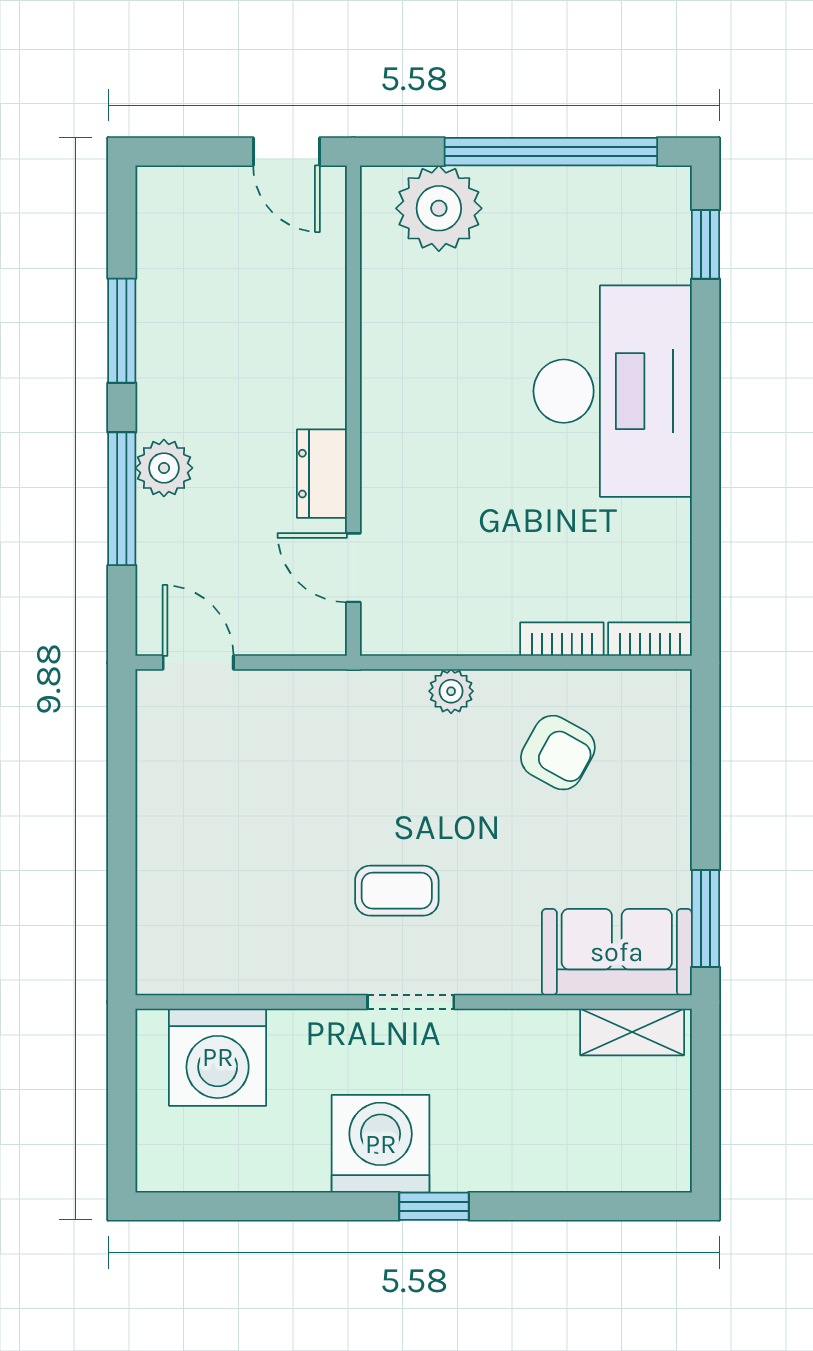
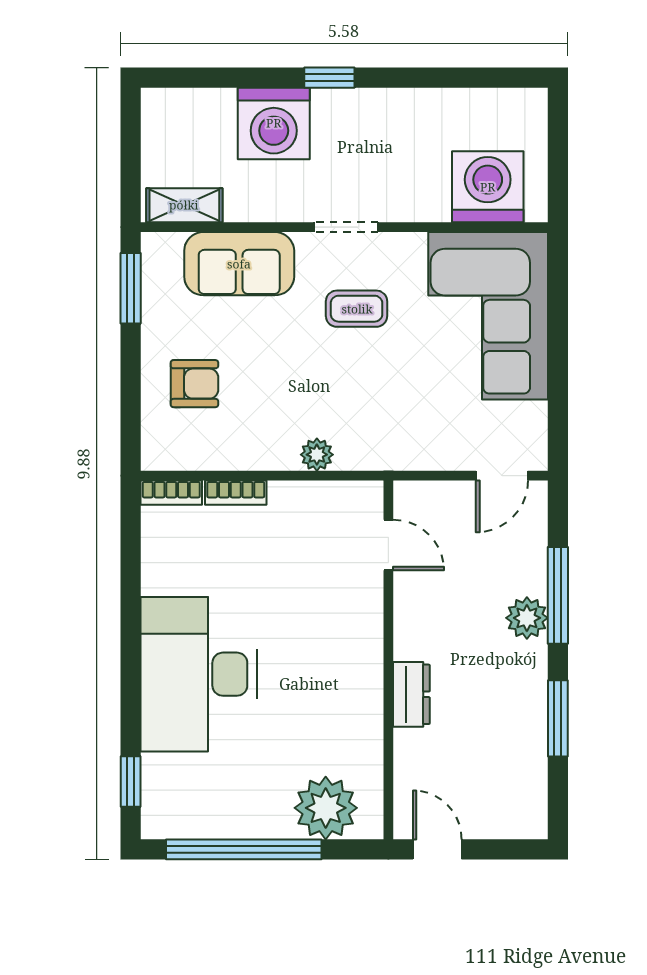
dresser: (322, 474) -> (411, 694), moved
door: (198, 663) -> (502, 476), hinge flipped
armchair: (558, 753) -> (194, 384), moved, turned 151
corner sofa: (217, 881) -> (488, 316), added
sofa: (617, 952) -> (239, 264), moved
washing machine: (381, 1144) -> (274, 123), moved

